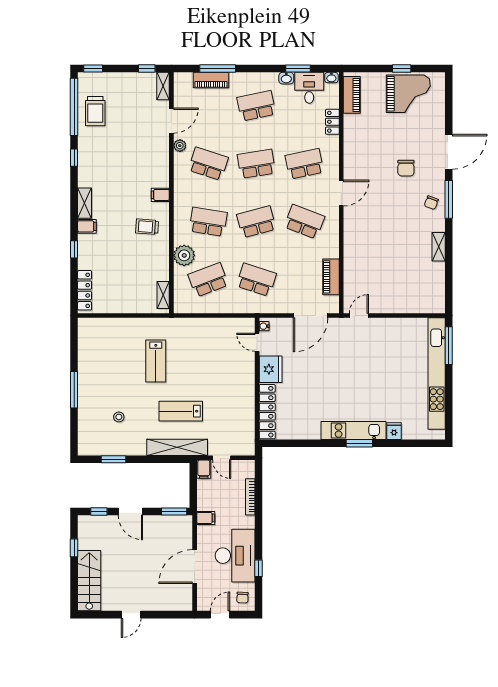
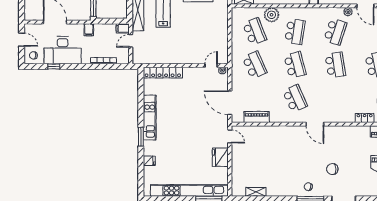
school desk: (304, 164) -> (335, 98), removed
school desk: (304, 222) -> (295, 98), turned -45
shelving: (439, 247) -> (256, 192), moved
school desk: (256, 280) -> (255, 65), turned -42
fridge: (271, 369) -> (220, 157), moved, turned 90
kitchen unit: (353, 431) -> (150, 117), moved

